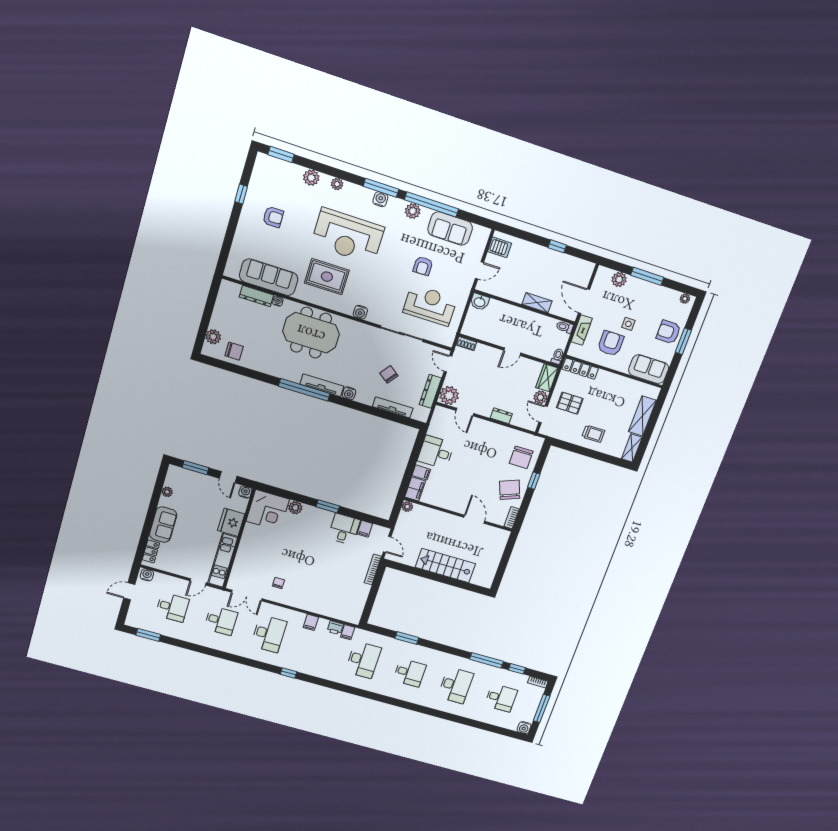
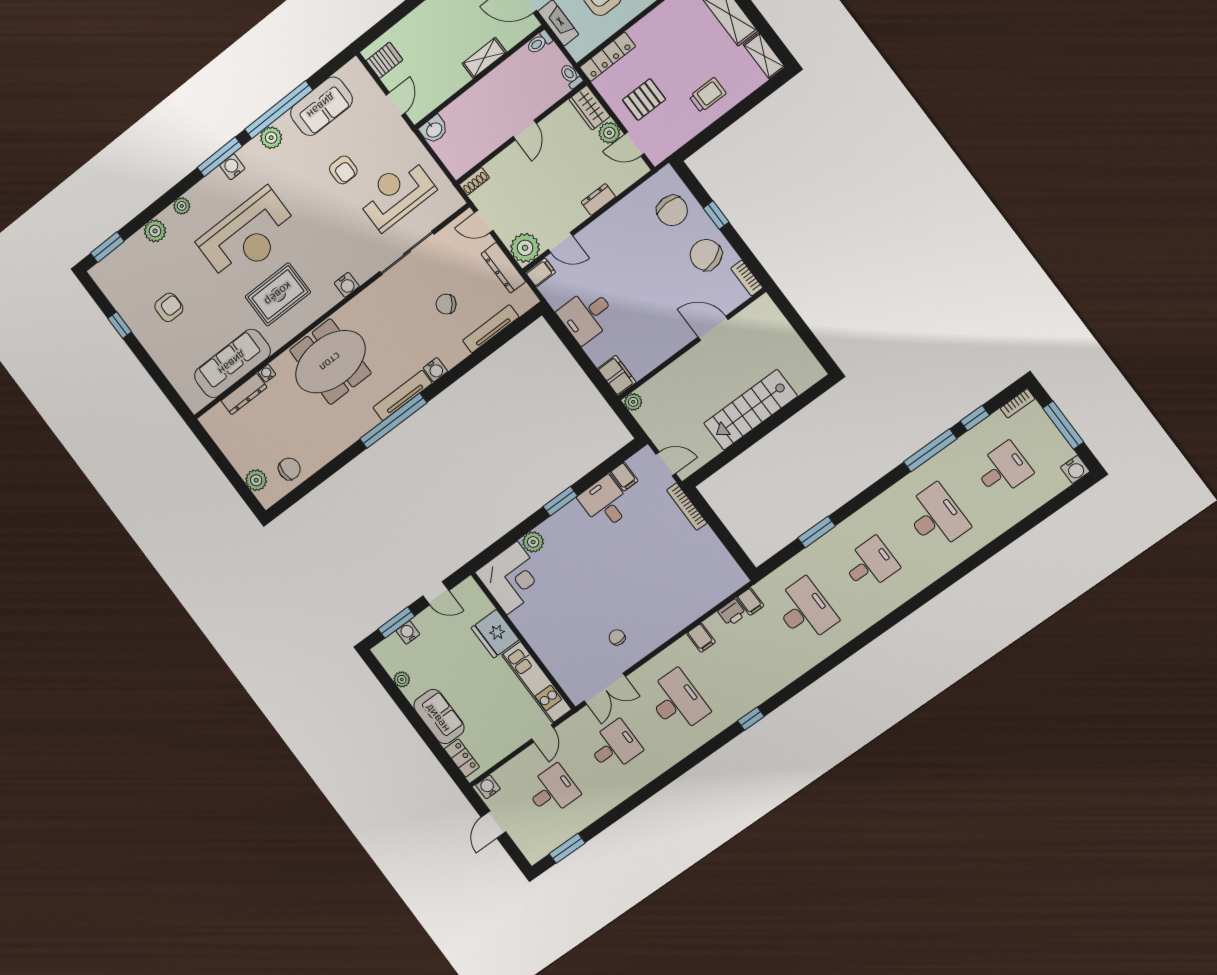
filing cabinet: (421, 472) -> (541, 273), moved
water cooler: (245, 492) -> (408, 632), moved

